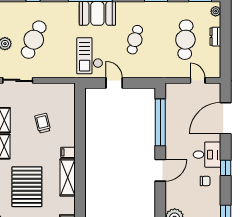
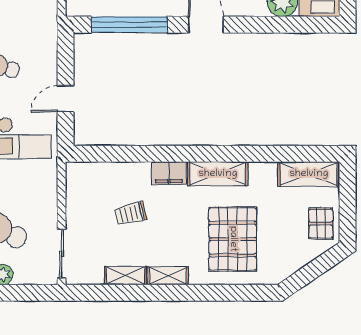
filing cabinet: (68, 152) -> (169, 173), width x2.00
pallet: (27, 187) -> (233, 239), turned 90

